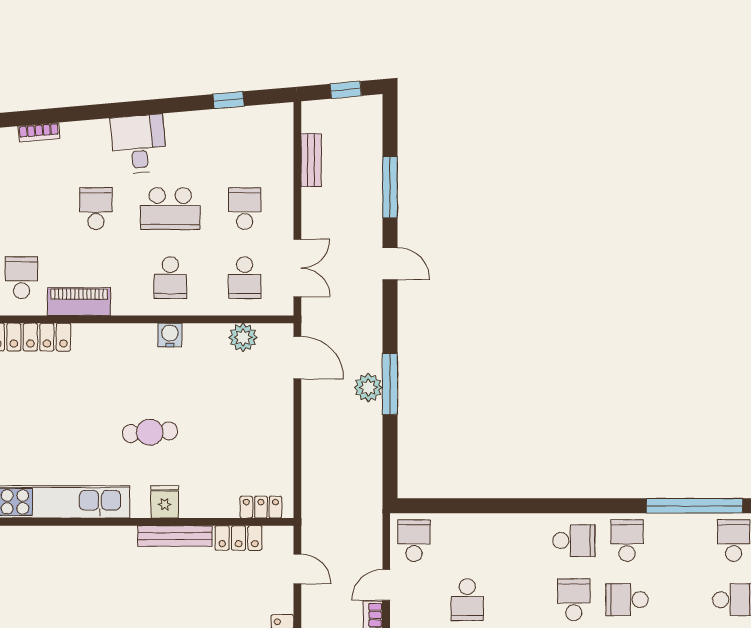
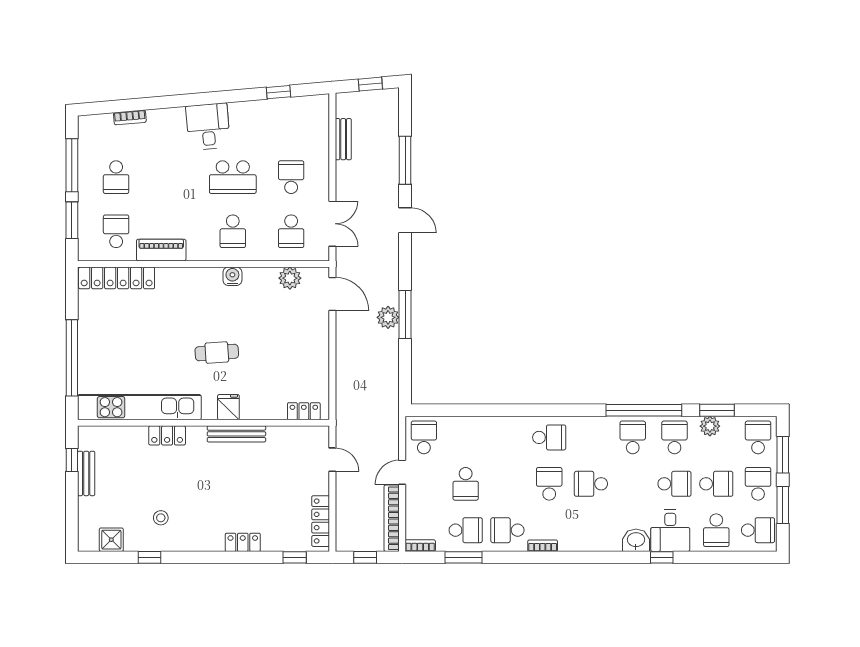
school desk: (96, 209) -> (116, 177), moved, turned 180
locker: (239, 538) -> (167, 435), moved
school desk: (627, 541) -> (633, 437), moved

